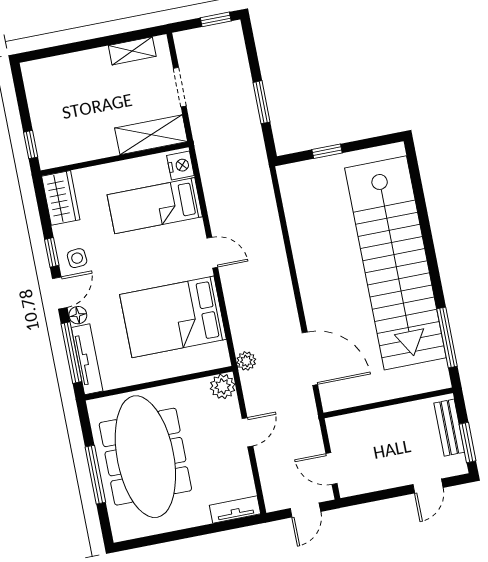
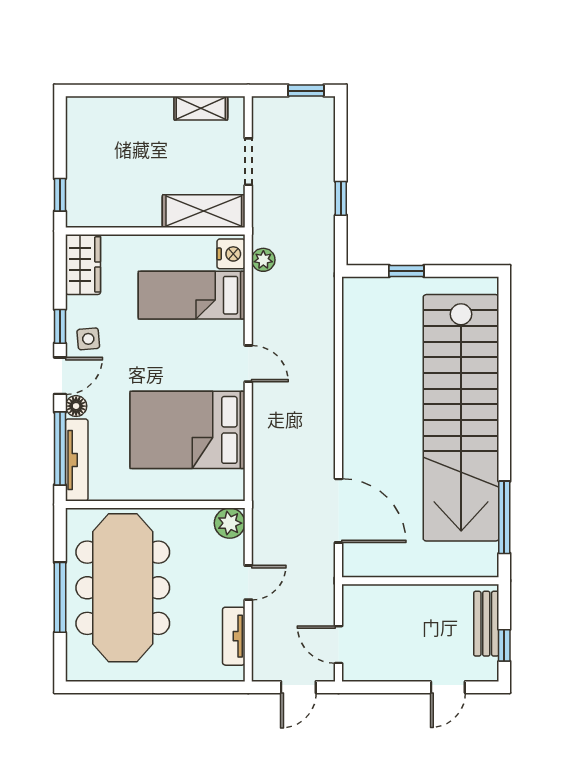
window: (261, 102) -> (341, 198), width x0.67
plant: (246, 361) -> (263, 260), moved
window: (468, 443) -> (504, 645), width x0.67
tv unit: (235, 510) -> (234, 636), moved, turned -90

